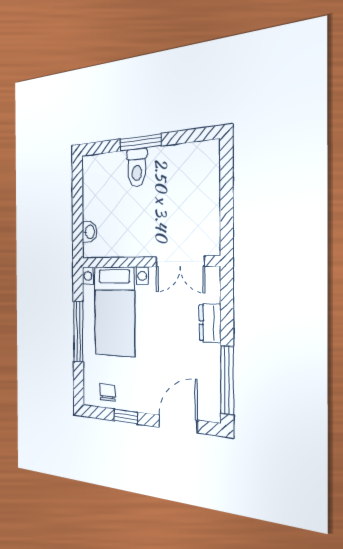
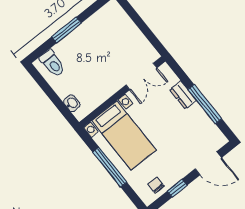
toilet: (137, 168) -> (52, 63), moved
window: (227, 380) -> (205, 104), moved
door: (178, 424) -> (208, 163), swing flipped

